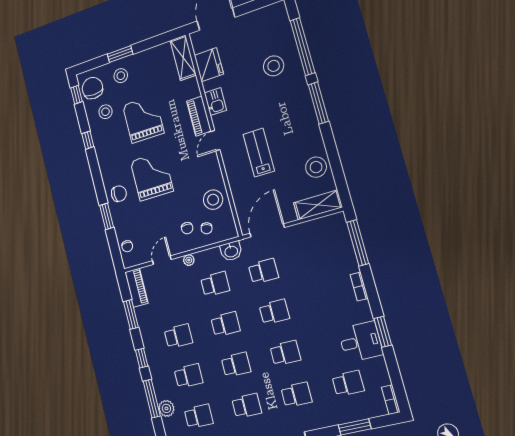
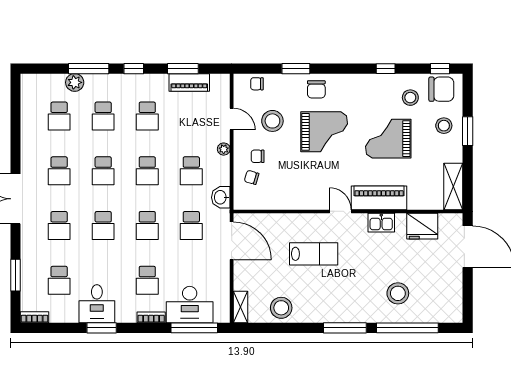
shelving: (183, 58) -> (453, 186), moved, turned 90
piano: (199, 116) -> (379, 198), width x1.37, depth x1.33
grand piano: (143, 119) -> (388, 139), turned 180
stool: (213, 200) -> (272, 121), moved
shelving: (318, 205) -> (240, 307), width x0.67, depth x0.75
desk: (337, 253) -> (190, 305), added
piano: (136, 288) -> (189, 82), moved
school desk: (325, 299) -> (147, 280), added

